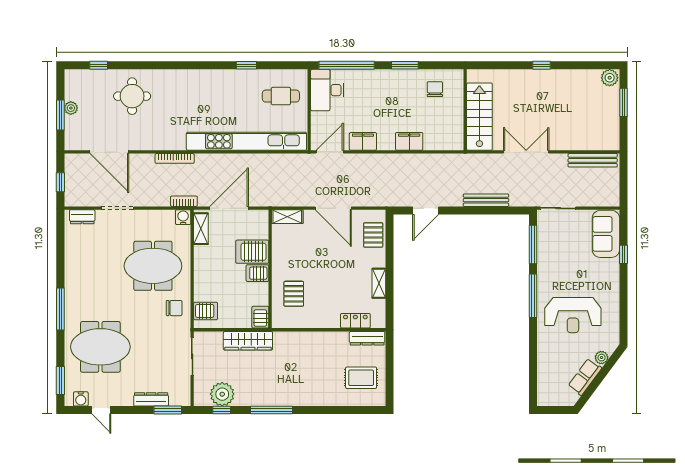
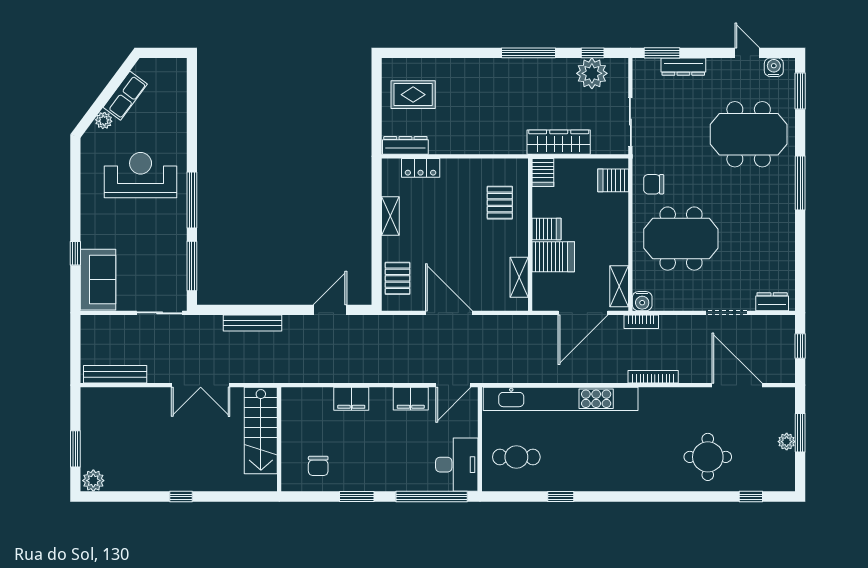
shelving: (287, 217) -> (519, 277), moved, turned 90

